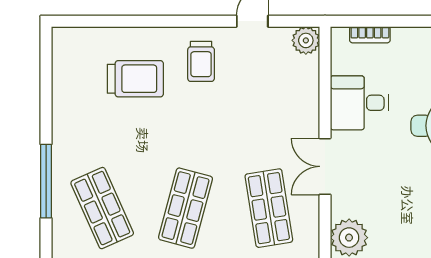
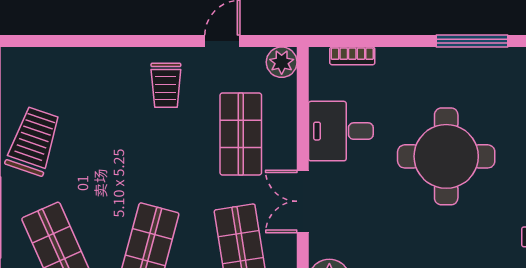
trolley: (135, 79) -> (33, 141), moved, turned -71
shop shelf: (269, 105) -> (241, 134), added

